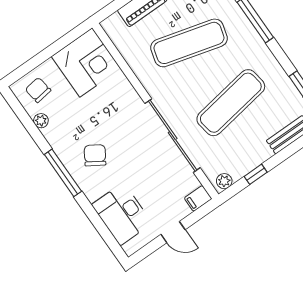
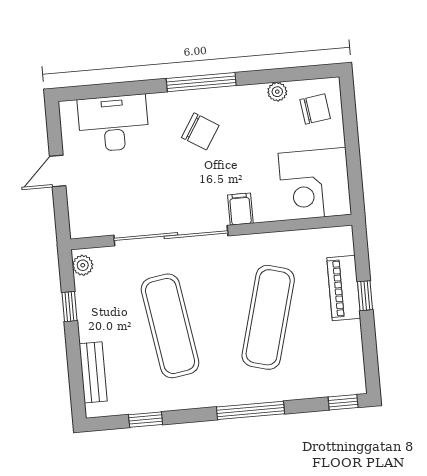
filing cabinet: (198, 198) -> (240, 209), moved

